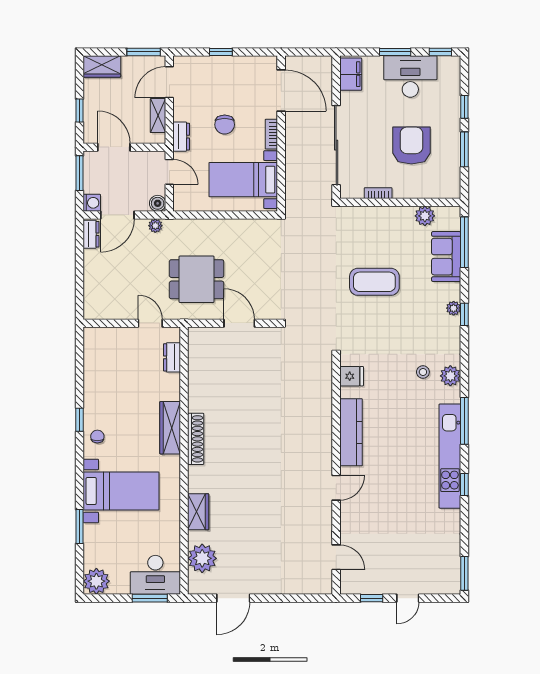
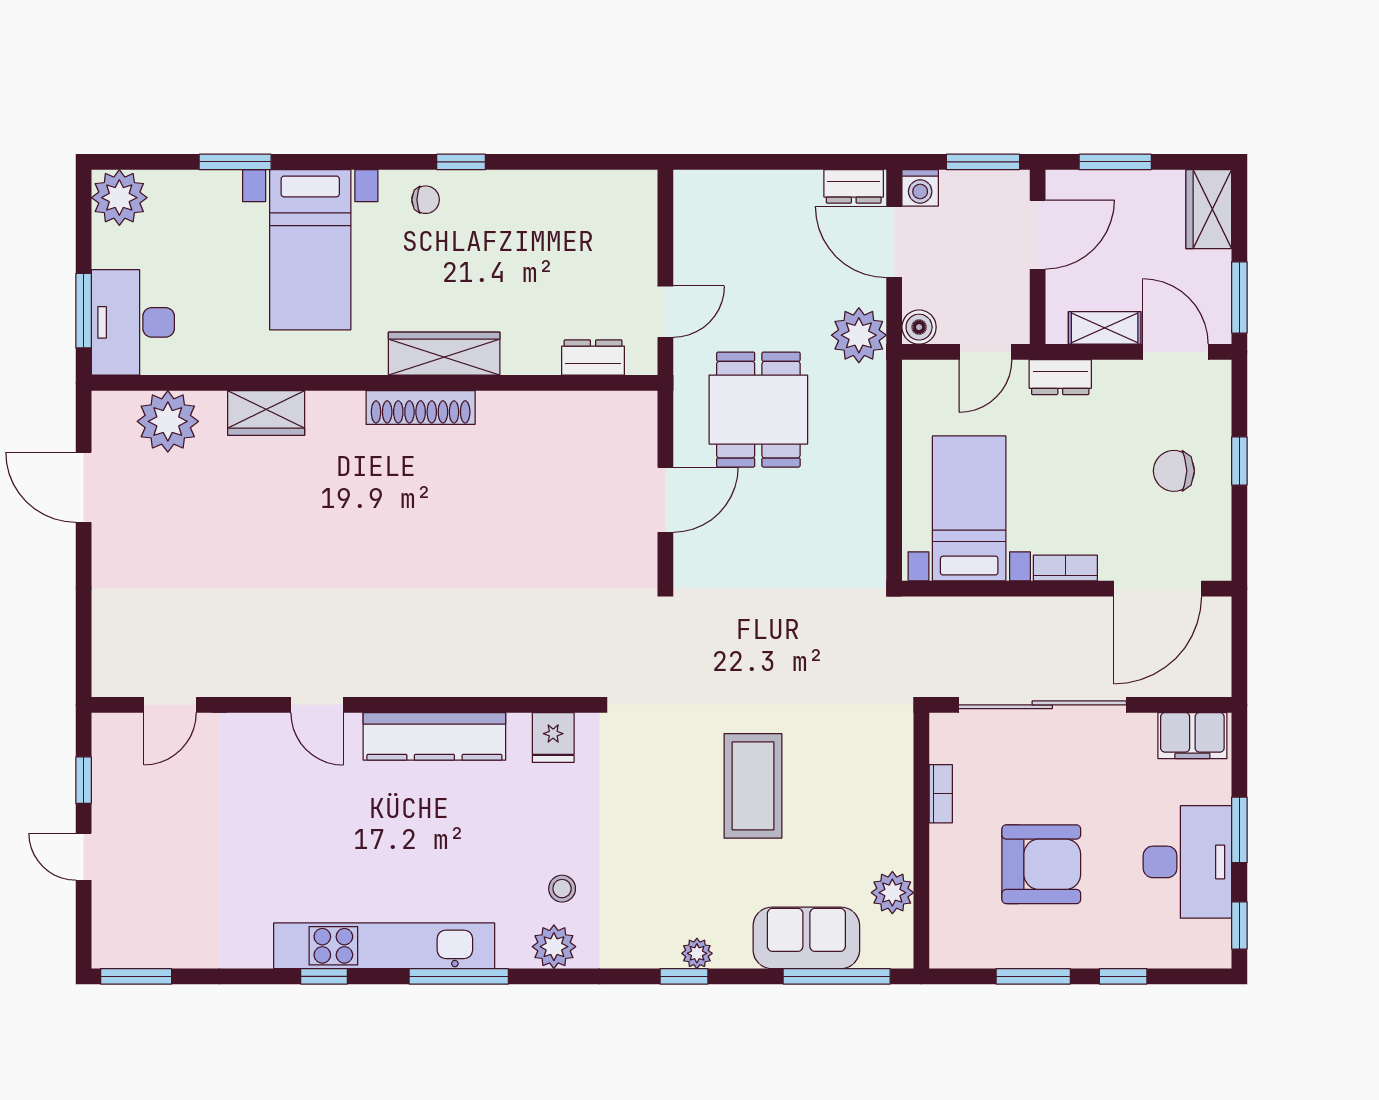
window: (80, 111) -> (1115, 162), width x1.50
chair: (225, 125) -> (1174, 471), moved
plant: (155, 226) -> (859, 335), width x1.87, depth x1.87

